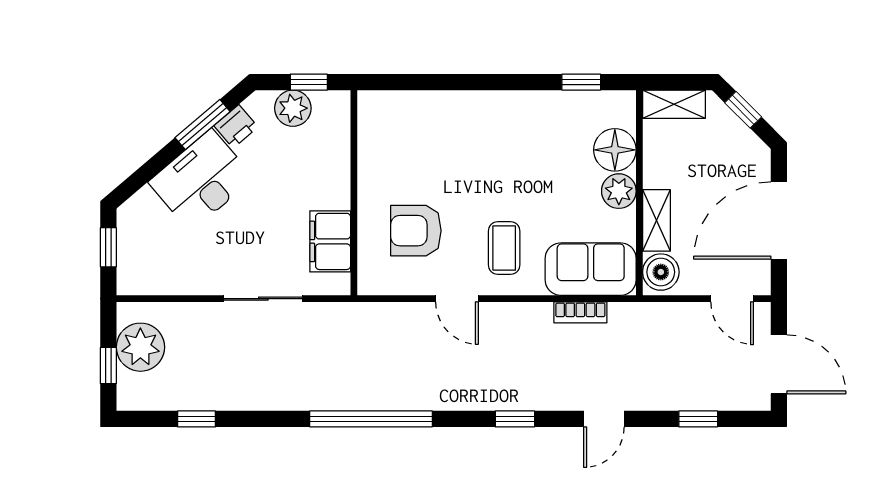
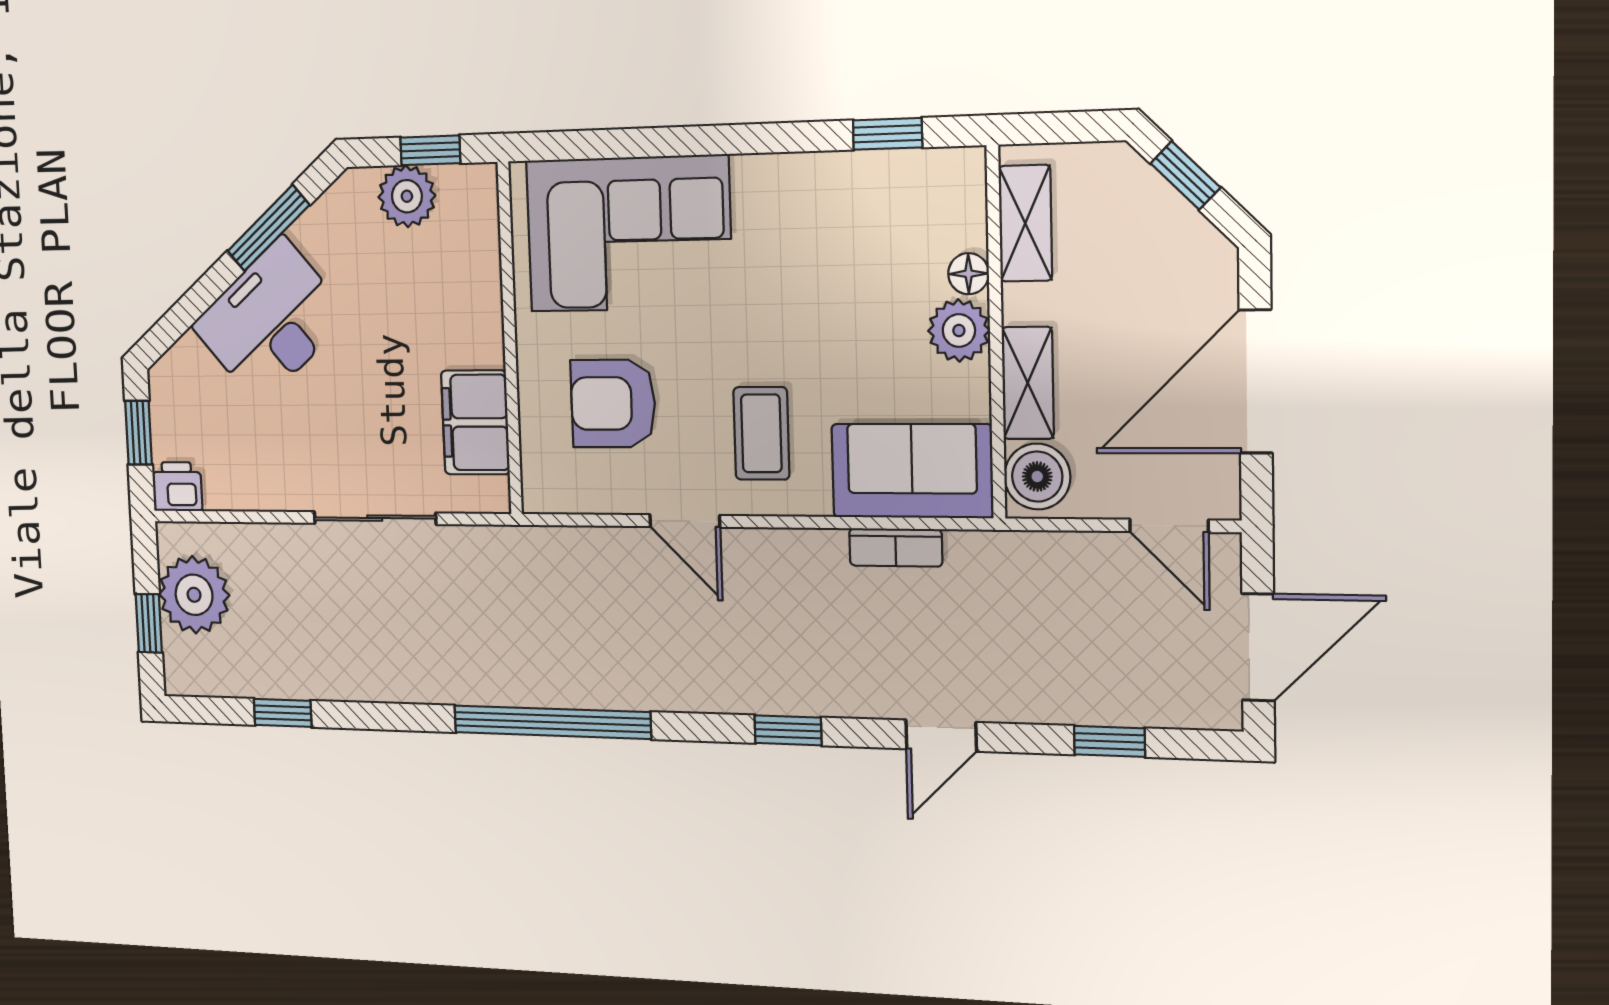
shelving: (674, 104) -> (1025, 223), moved, turned 90
printer: (236, 126) -> (177, 487), moved, turned -140
corner sofa: (429, 133) -> (629, 234), added
floor lamp: (615, 150) -> (969, 274), width x0.53, depth x0.53
door: (779, 364) -> (1258, 647), hinge flipped

